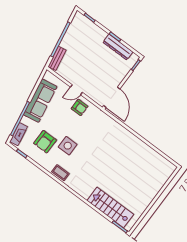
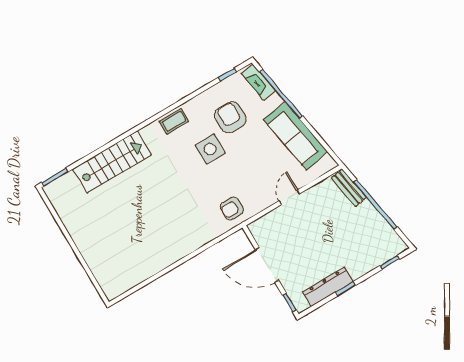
door: (112, 97) -> (267, 265), moved
armchair: (80, 107) -> (232, 208), moved
stairs: (110, 207) -> (112, 162), moved

